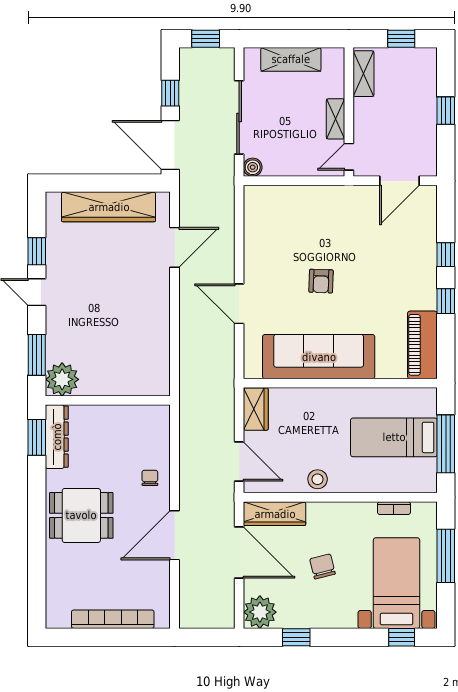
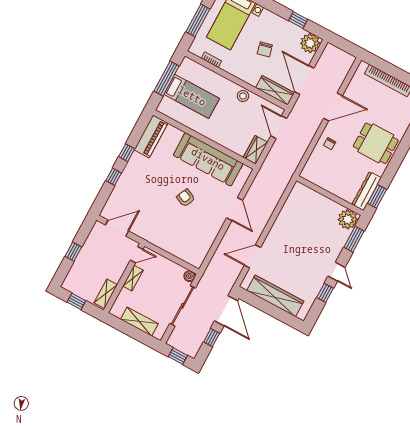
armchair: (321, 281) -> (186, 198), turned -67

